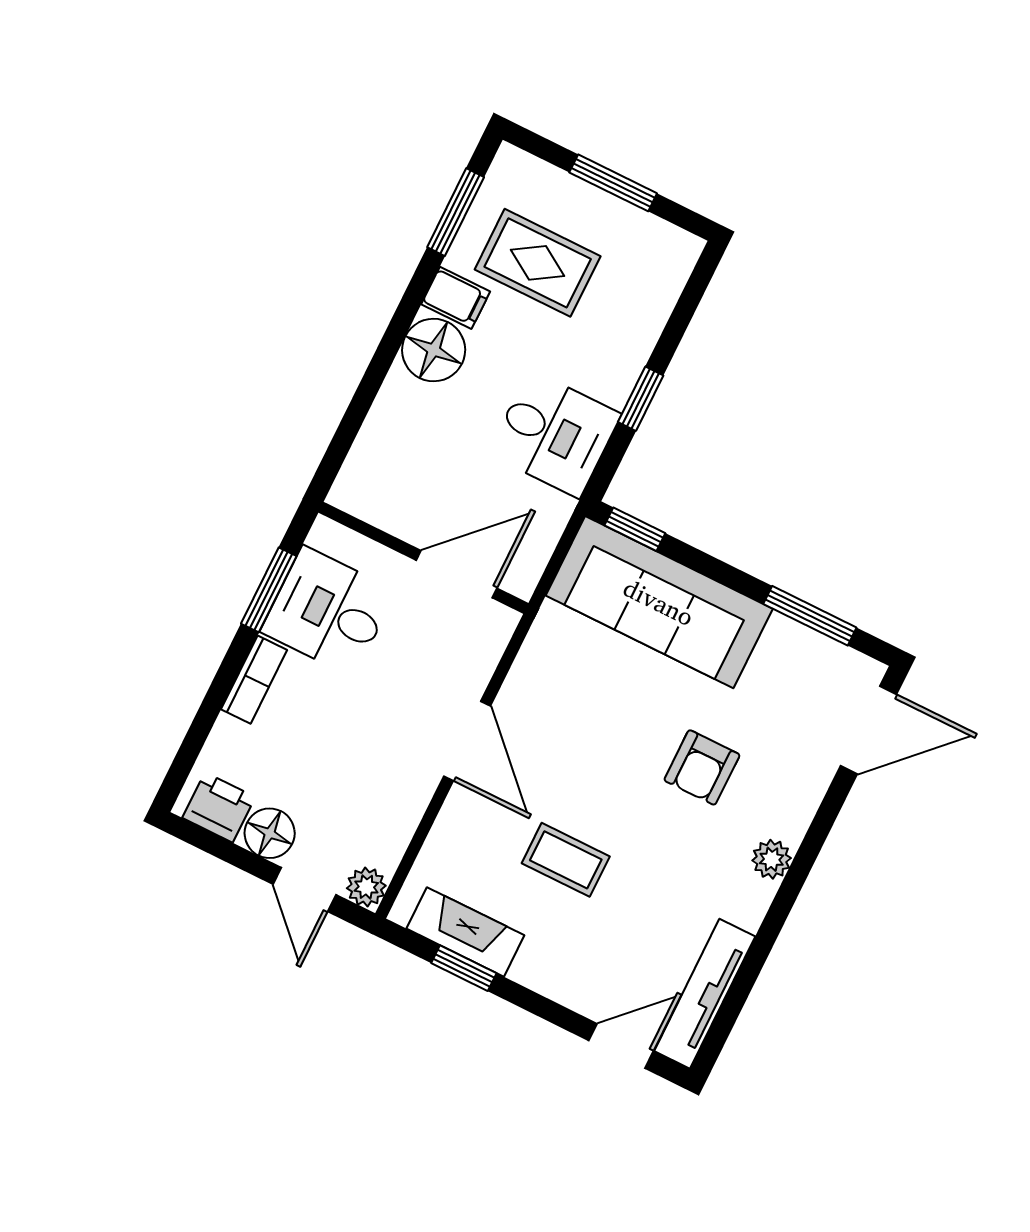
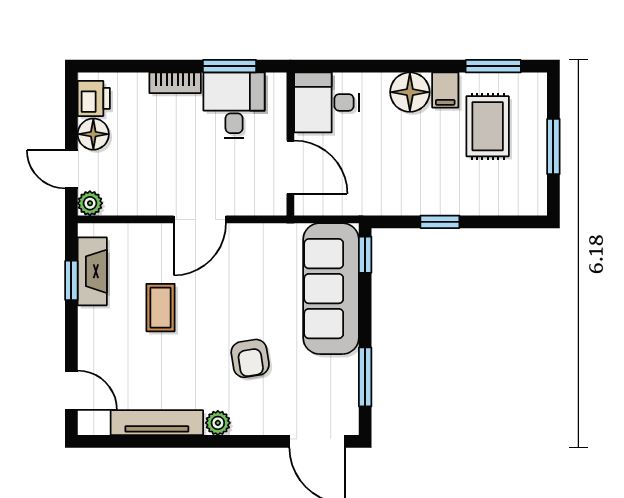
desk: (555, 434) -> (327, 102), moved, turned 90
armchair: (702, 767) -> (250, 358), turned -99
door: (304, 889) -> (71, 169), hinge flipped
tv unit: (705, 994) -> (157, 423), moved

